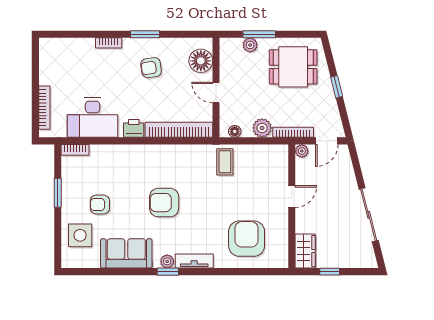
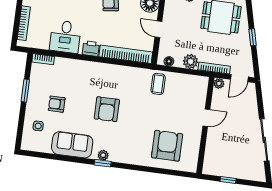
desk: (93, 118) -> (65, 37), width x0.73
armchair: (164, 203) -> (107, 109), turned -90
side table: (80, 235) -> (38, 126), width x0.54, depth x0.54
wardrobe: (305, 251) -> (211, 161), removed
tv unit: (194, 261) -> (124, 158), removed

